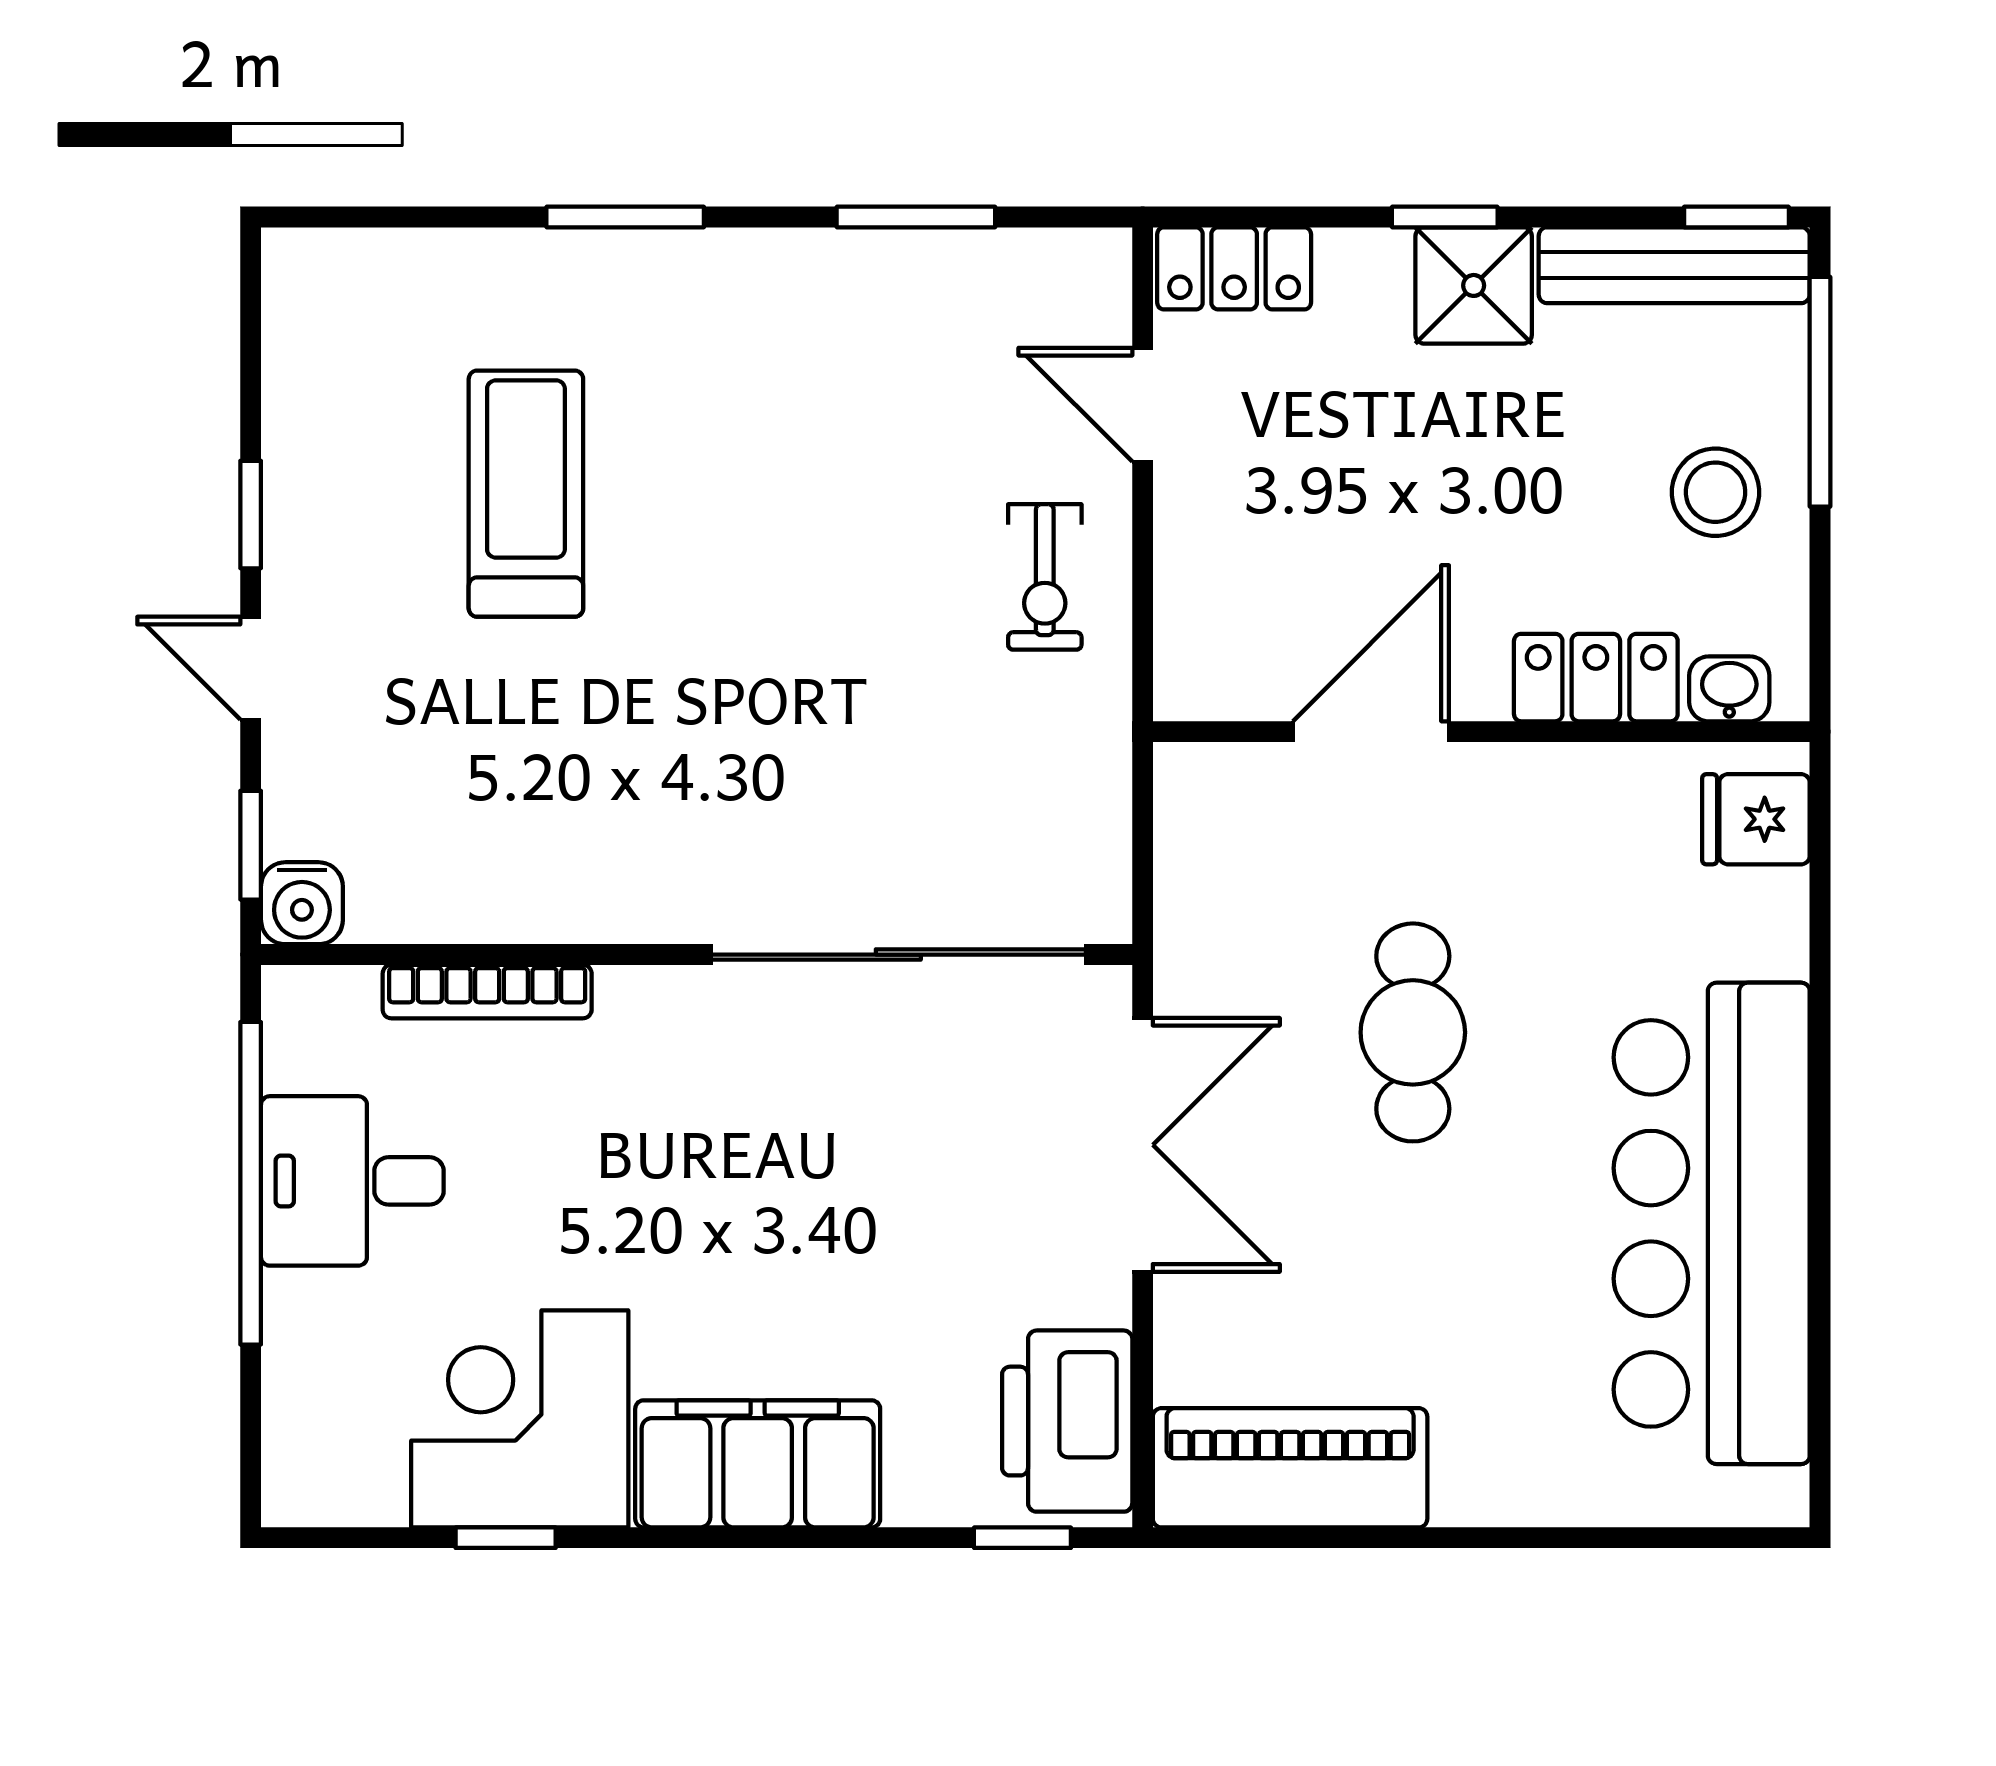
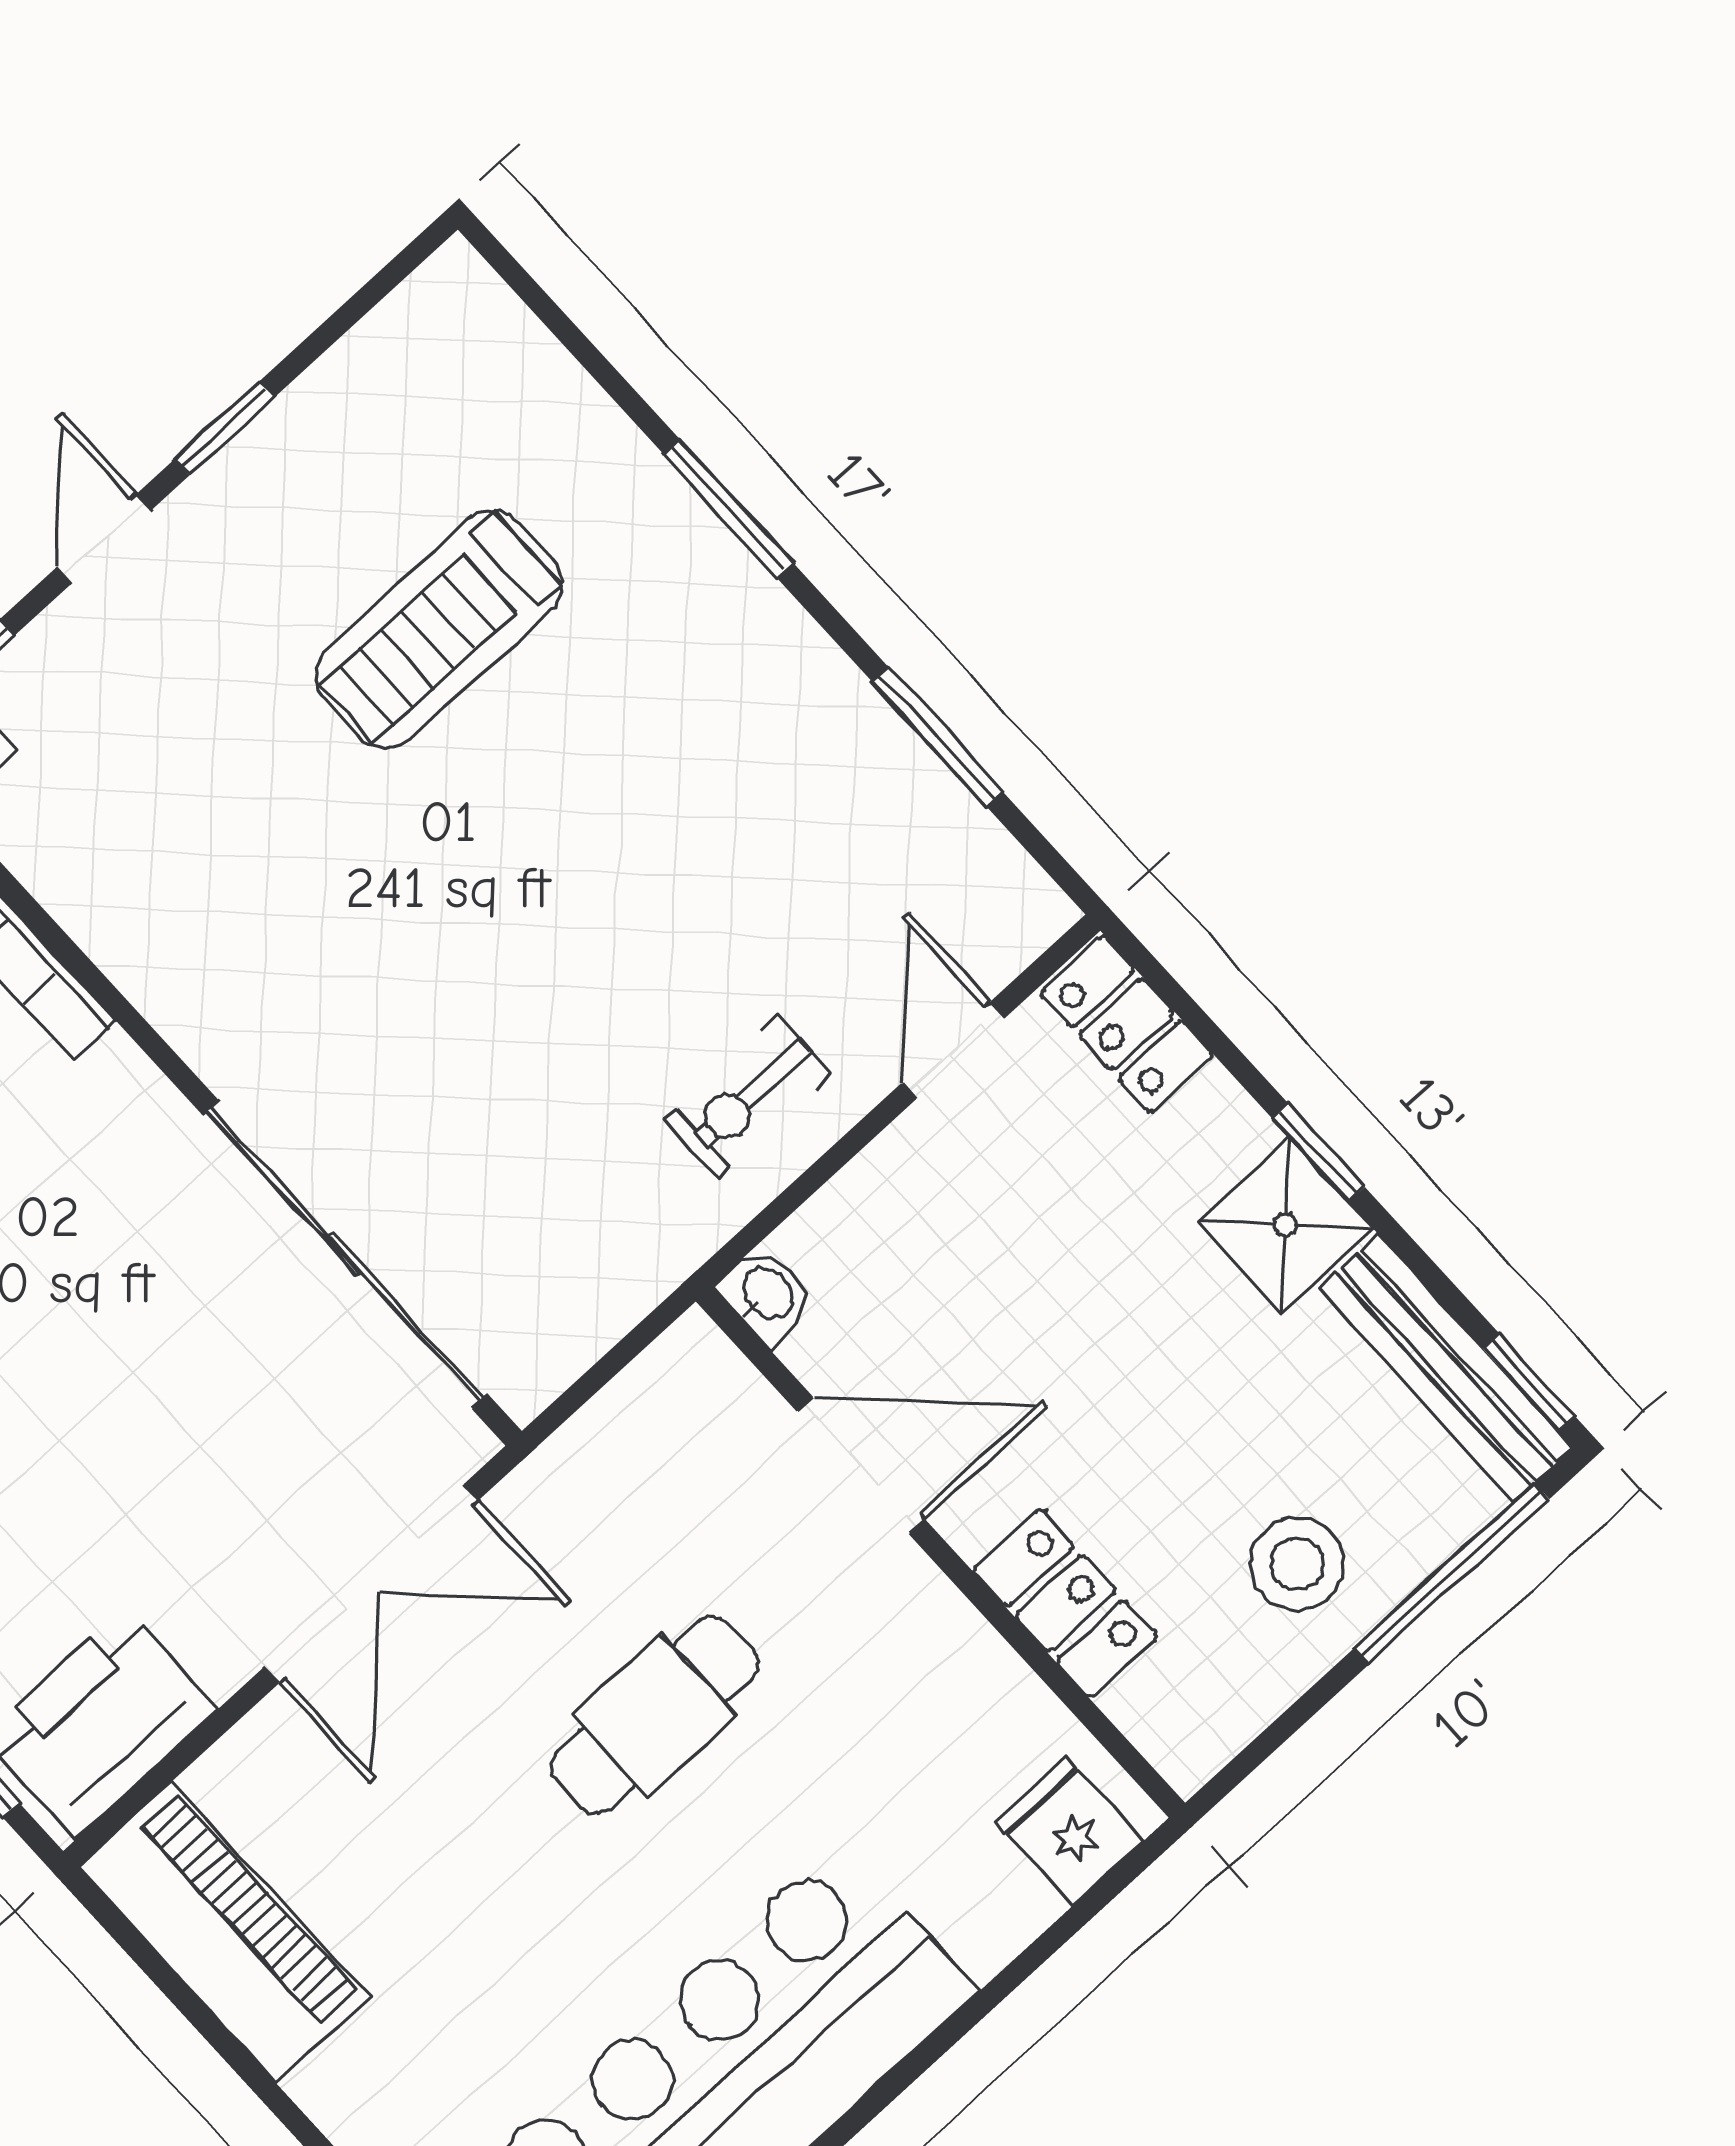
treadmill: (526, 494) -> (439, 630), turned 180
washbasin: (1729, 689) -> (766, 1295), moved

